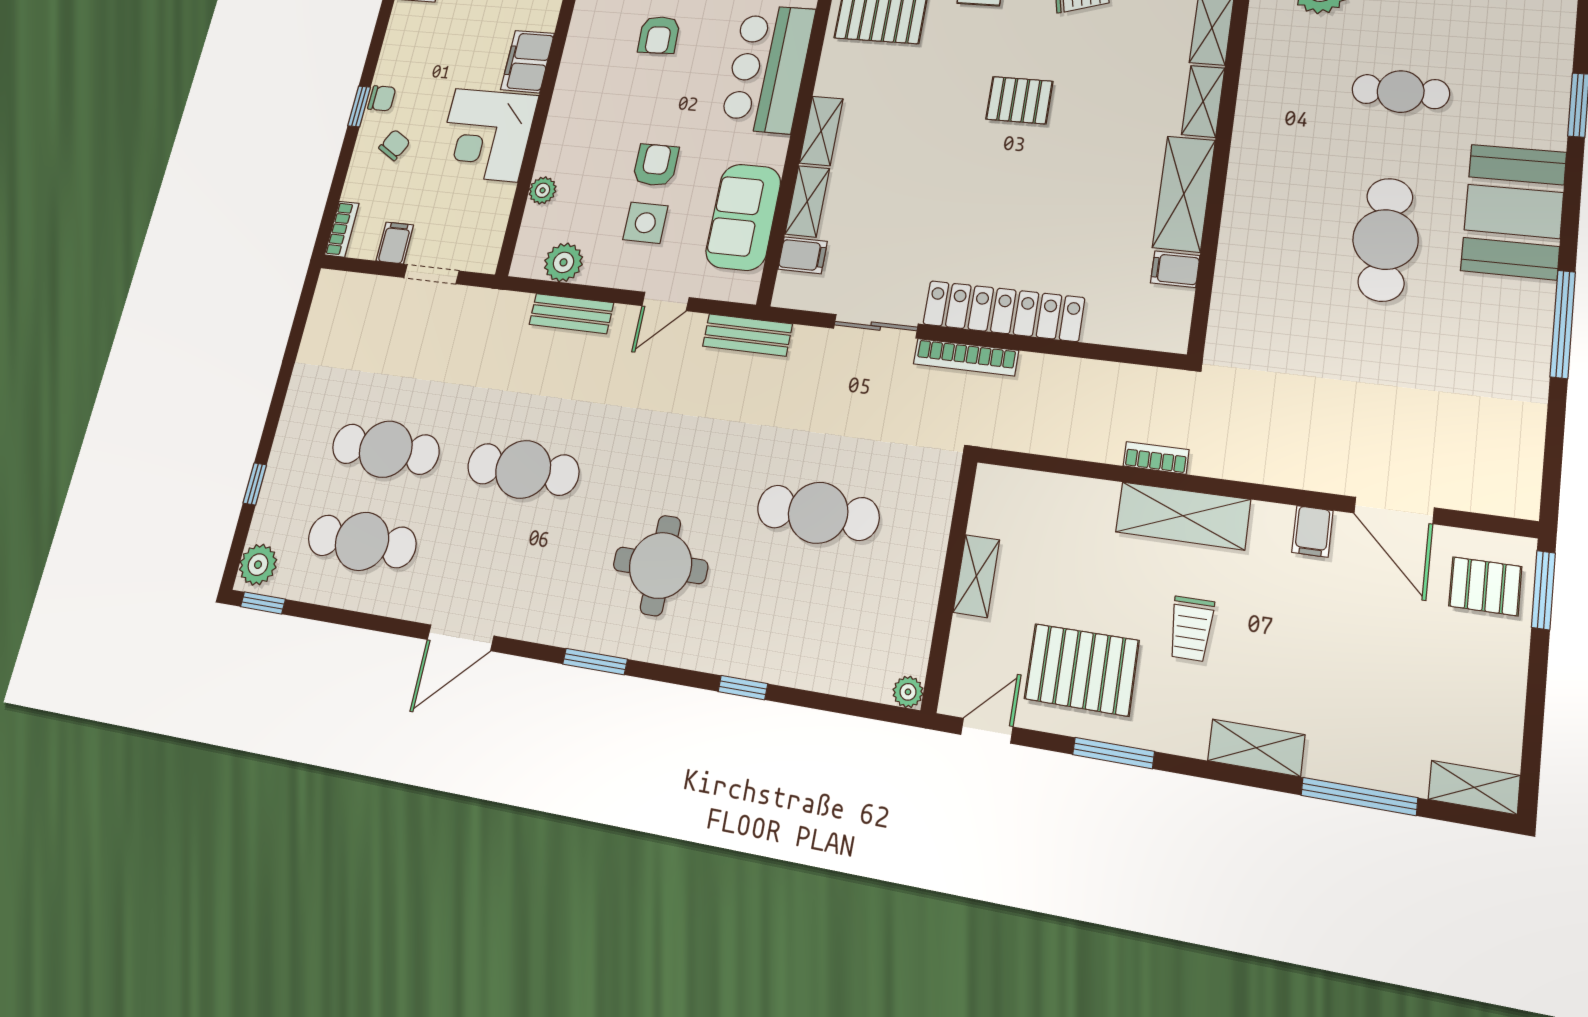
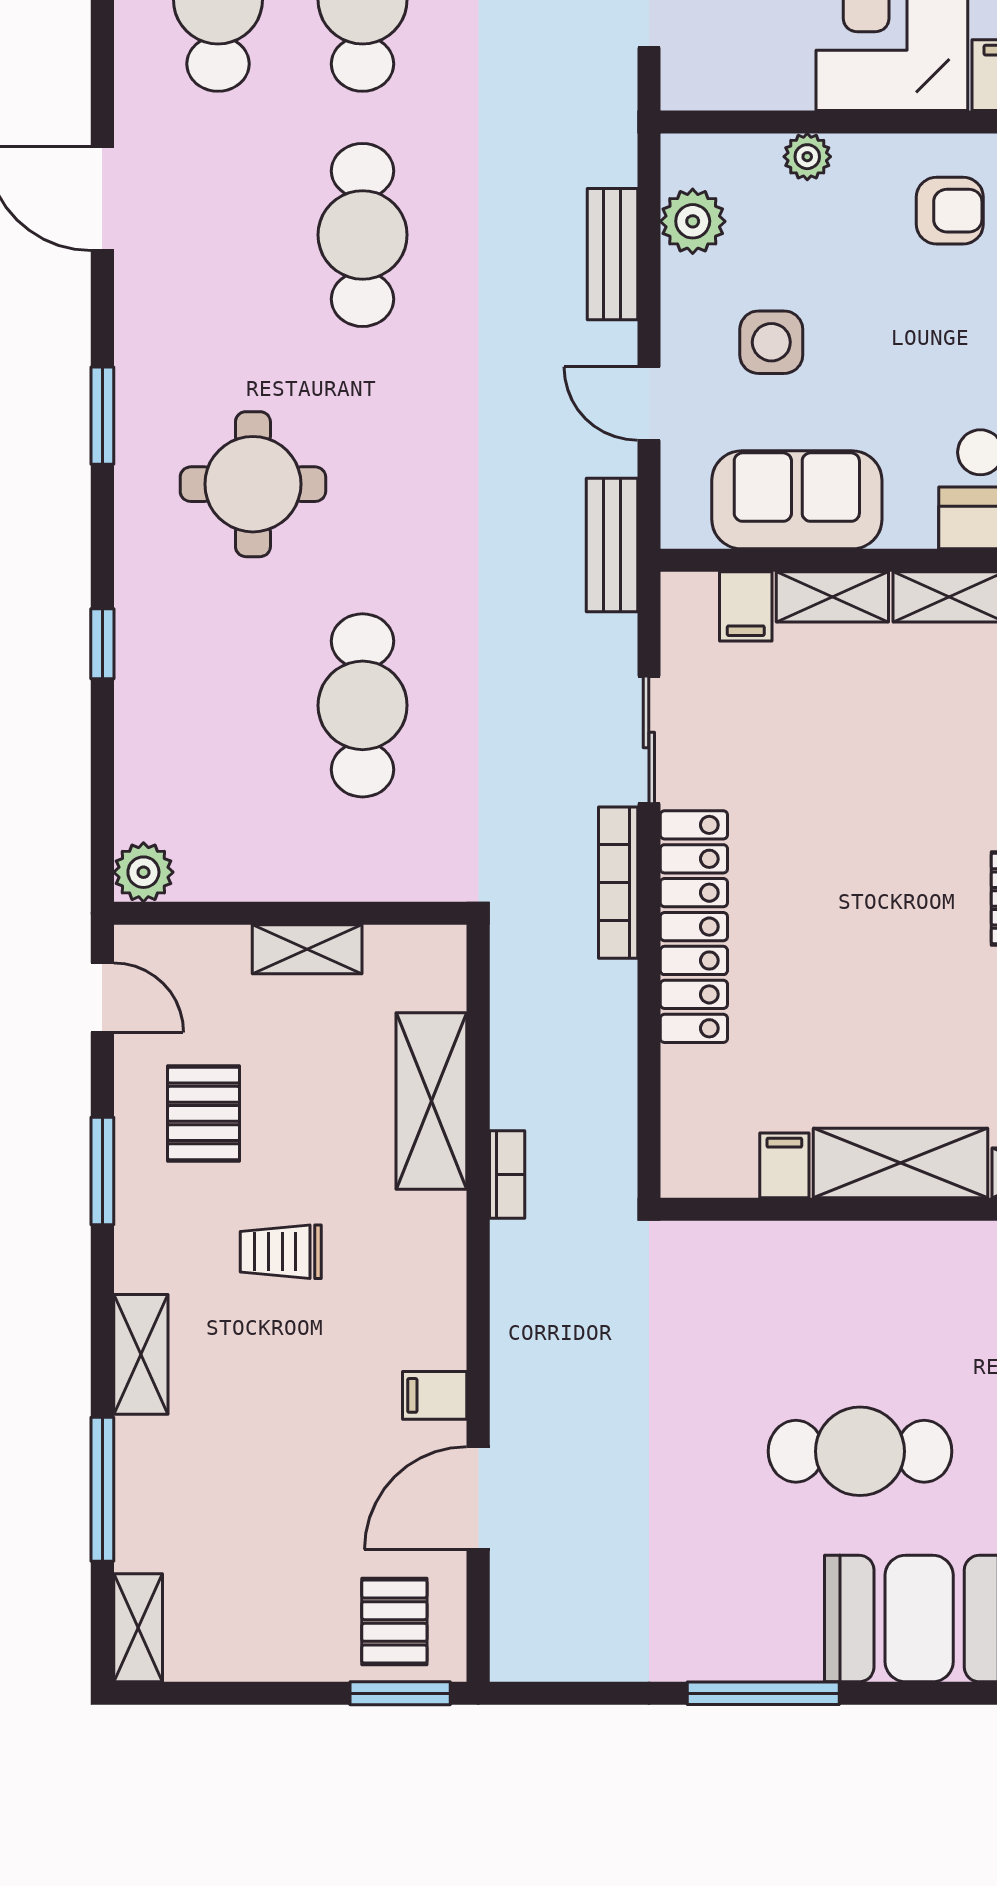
armchair: (656, 165) -> (950, 211), moved
shelving: (1183, 516) -> (431, 1101), moved
pallet: (1082, 670) -> (204, 1113), width x0.67, depth x0.71
plant: (908, 692) -> (143, 872), width x1.38, depth x1.38

